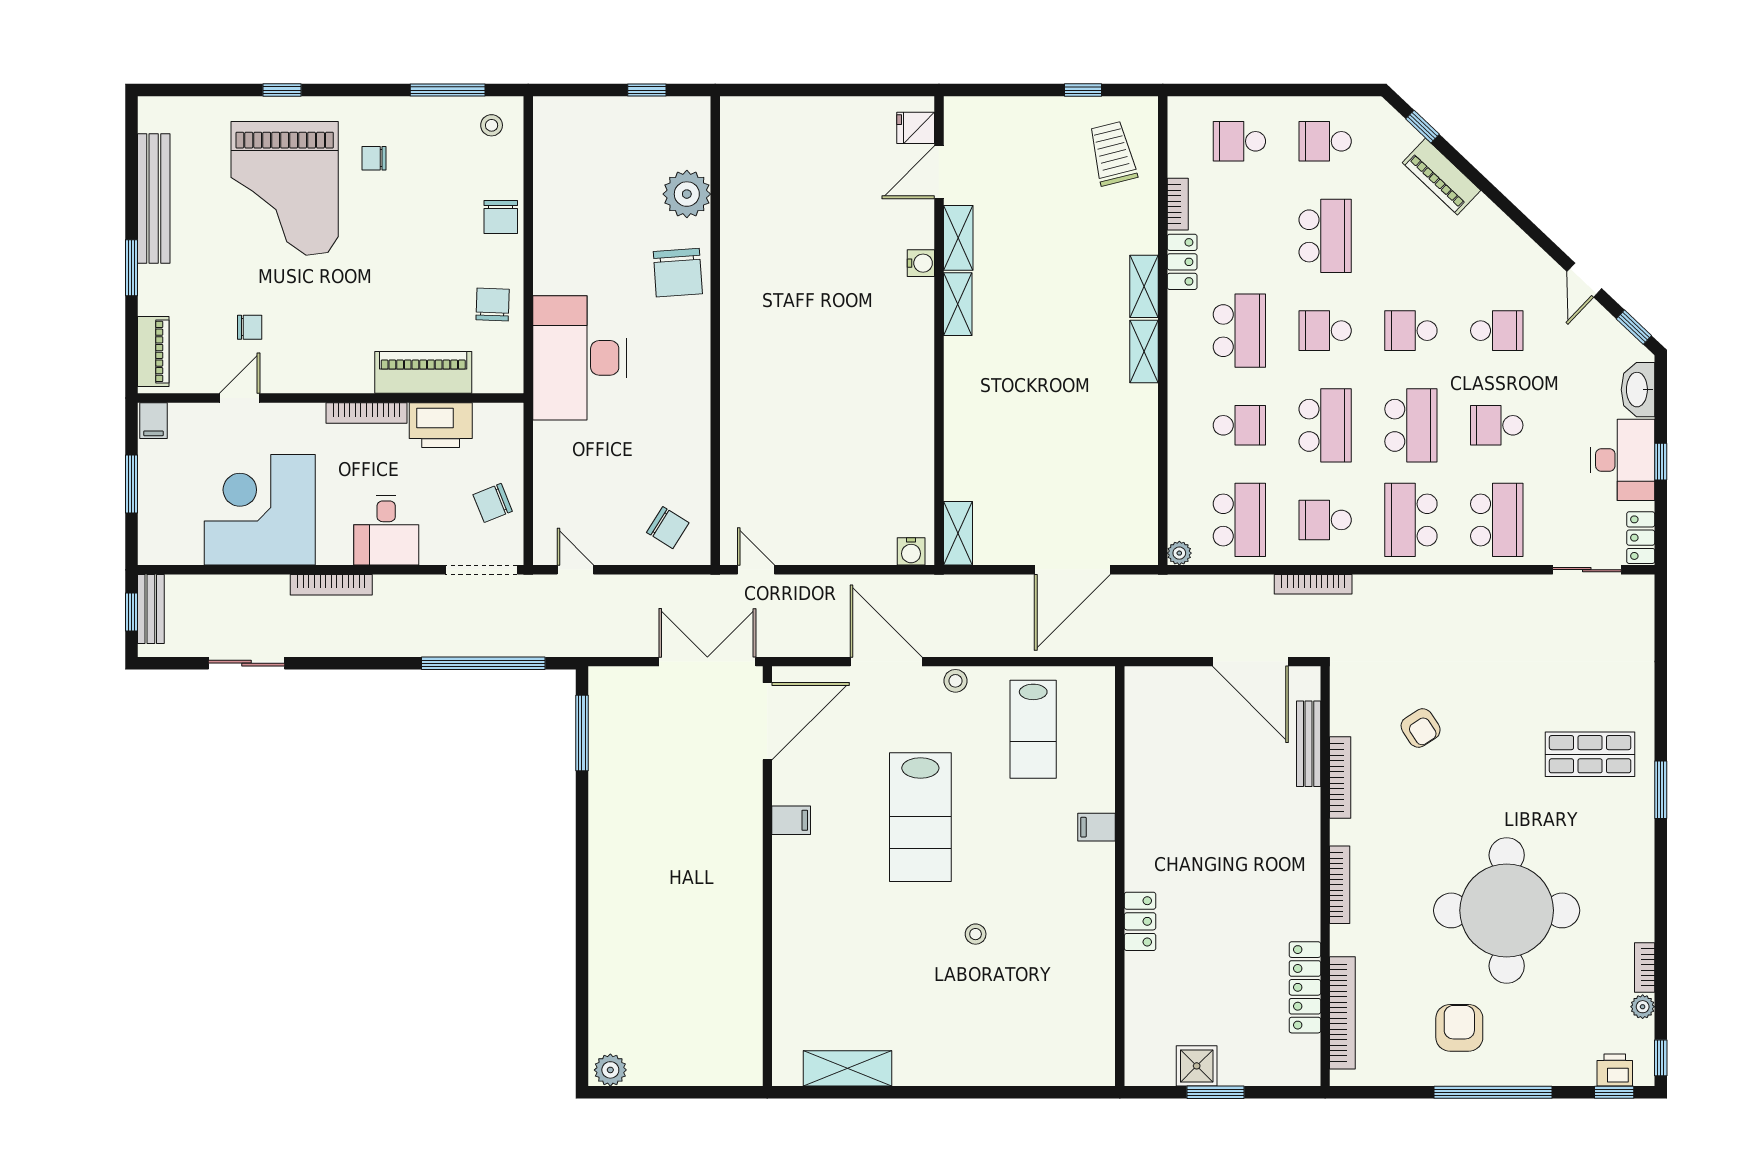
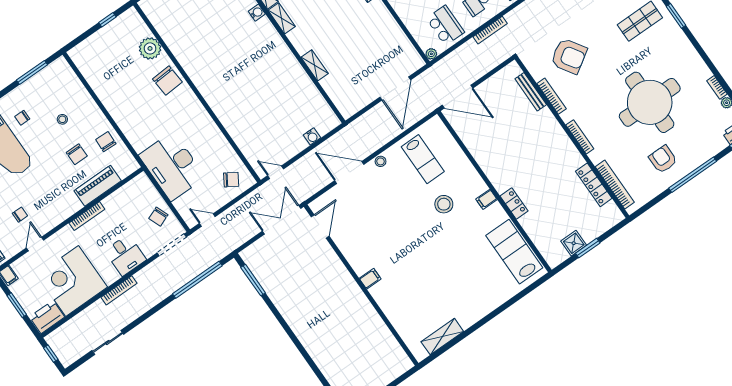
stool: (492, 125) -> (62, 119), moved
chair: (501, 217) -> (77, 154), moved
desk: (580, 358) -> (172, 166), moved
printer: (441, 425) -> (47, 317), moved, turned 180
shelving: (958, 533) -> (315, 65), moved
water cooler: (911, 551) -> (312, 136), moved
bench: (151, 609) -> (57, 347), removed
door: (1250, 662) -> (458, 97), moved
door: (767, 721) -> (320, 226), width x0.73
armchair: (1421, 728) -> (569, 56), width x1.88, depth x1.88
lab bench: (920, 817) -> (514, 252), moved, turned 180
filing cabinet: (791, 820) -> (370, 279), moved
filing cabinet: (1096, 827) -> (486, 199), moved
stool: (976, 934) -> (444, 204), moved, width x1.89, depth x1.89

